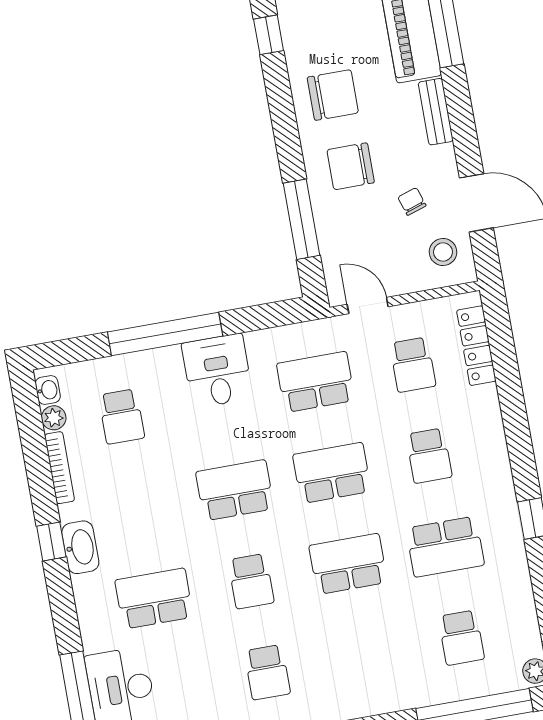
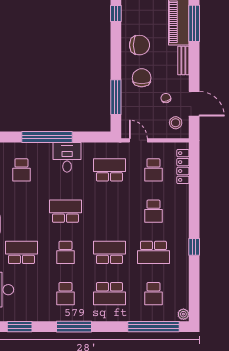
chair: (351, 166) -> (142, 78), turned 90
school desk: (332, 473) -> (109, 294), moved, turned 180

